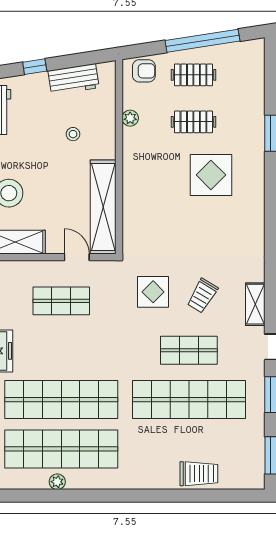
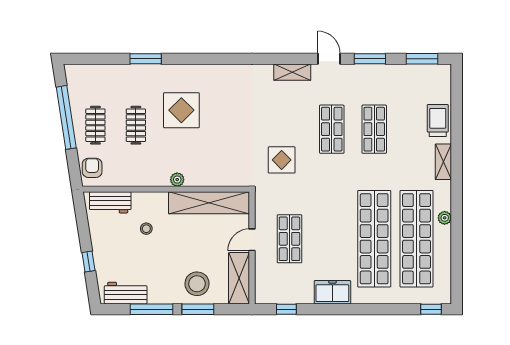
workbench: (74, 79) -> (110, 202), moved, turned 99
plant: (130, 118) -> (177, 180), moved
door: (77, 257) -> (252, 240), moved
trolley: (202, 296) -> (285, 118), removed
shop shelf: (189, 400) -> (374, 129), width x0.50, depth x0.74
shelving: (151, 480) -> (443, 162), added
plant: (57, 482) -> (445, 218), moved

